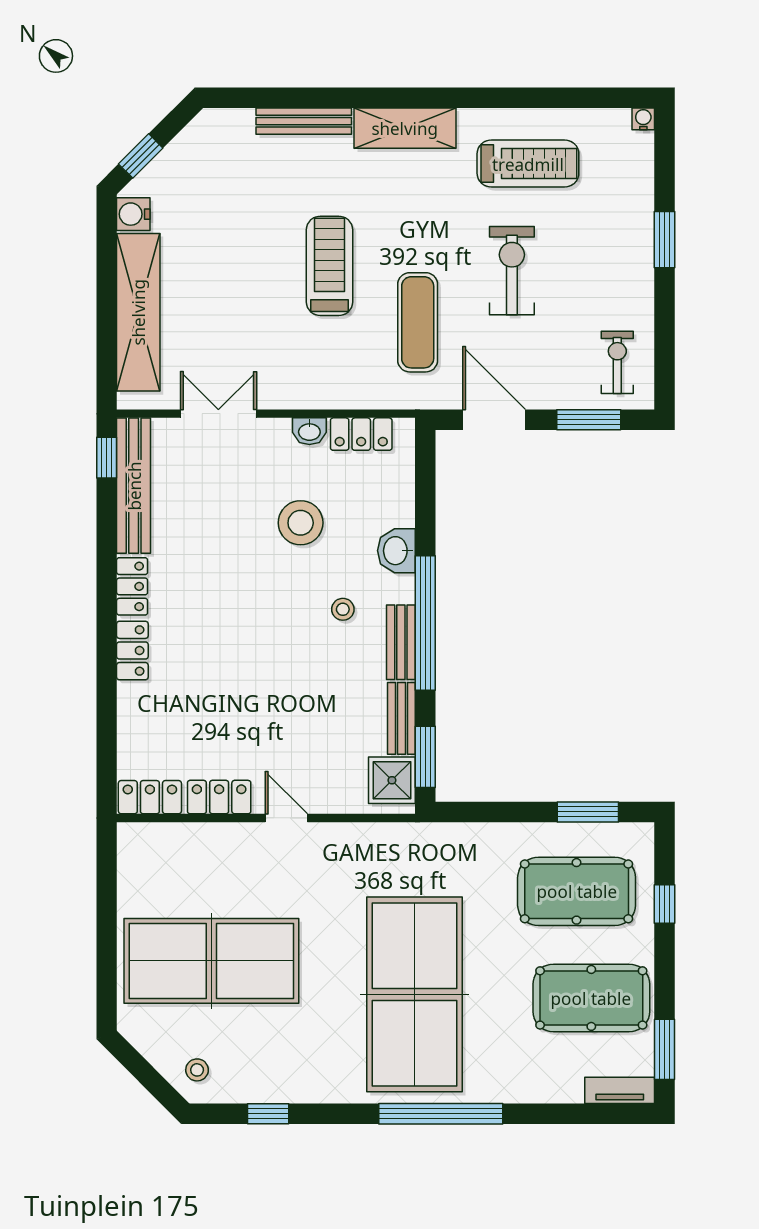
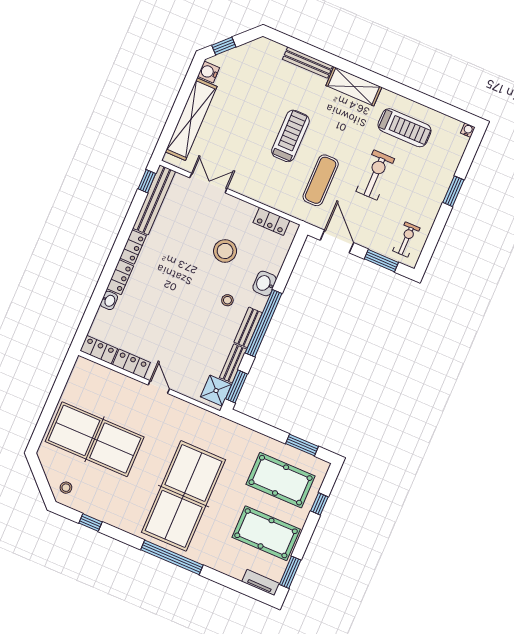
washbasin: (309, 431) -> (109, 300), moved, turned -90

